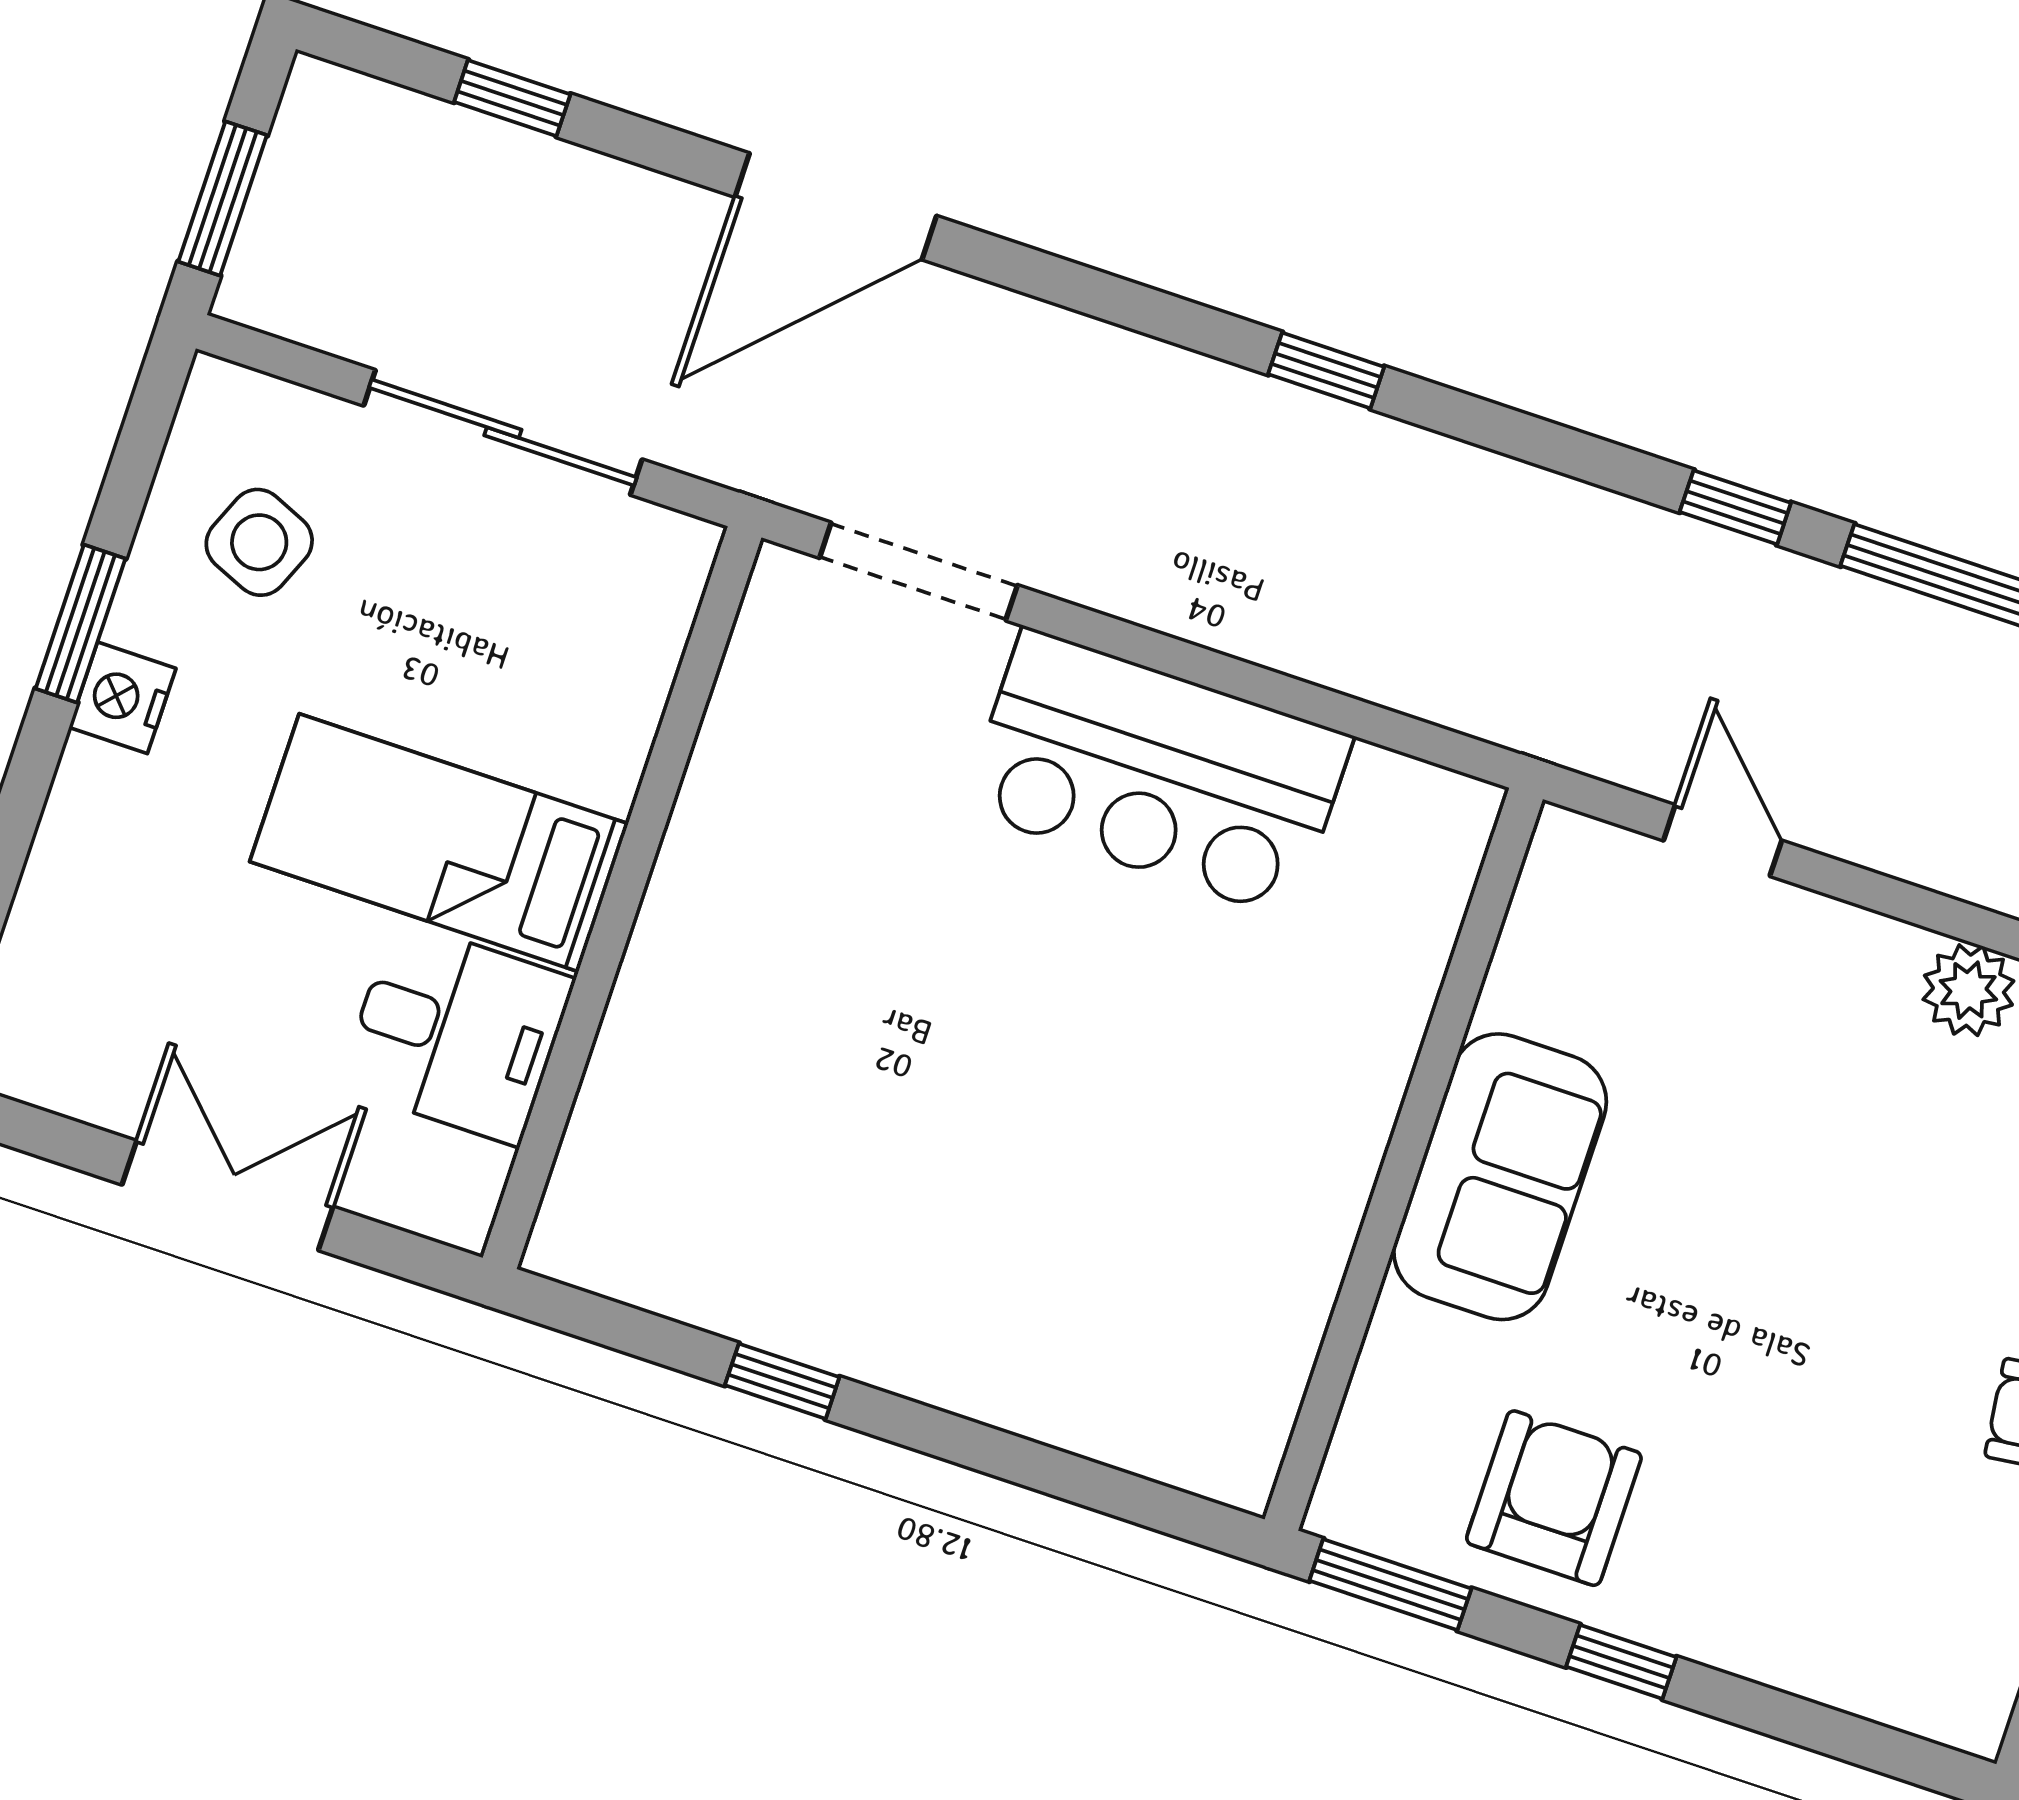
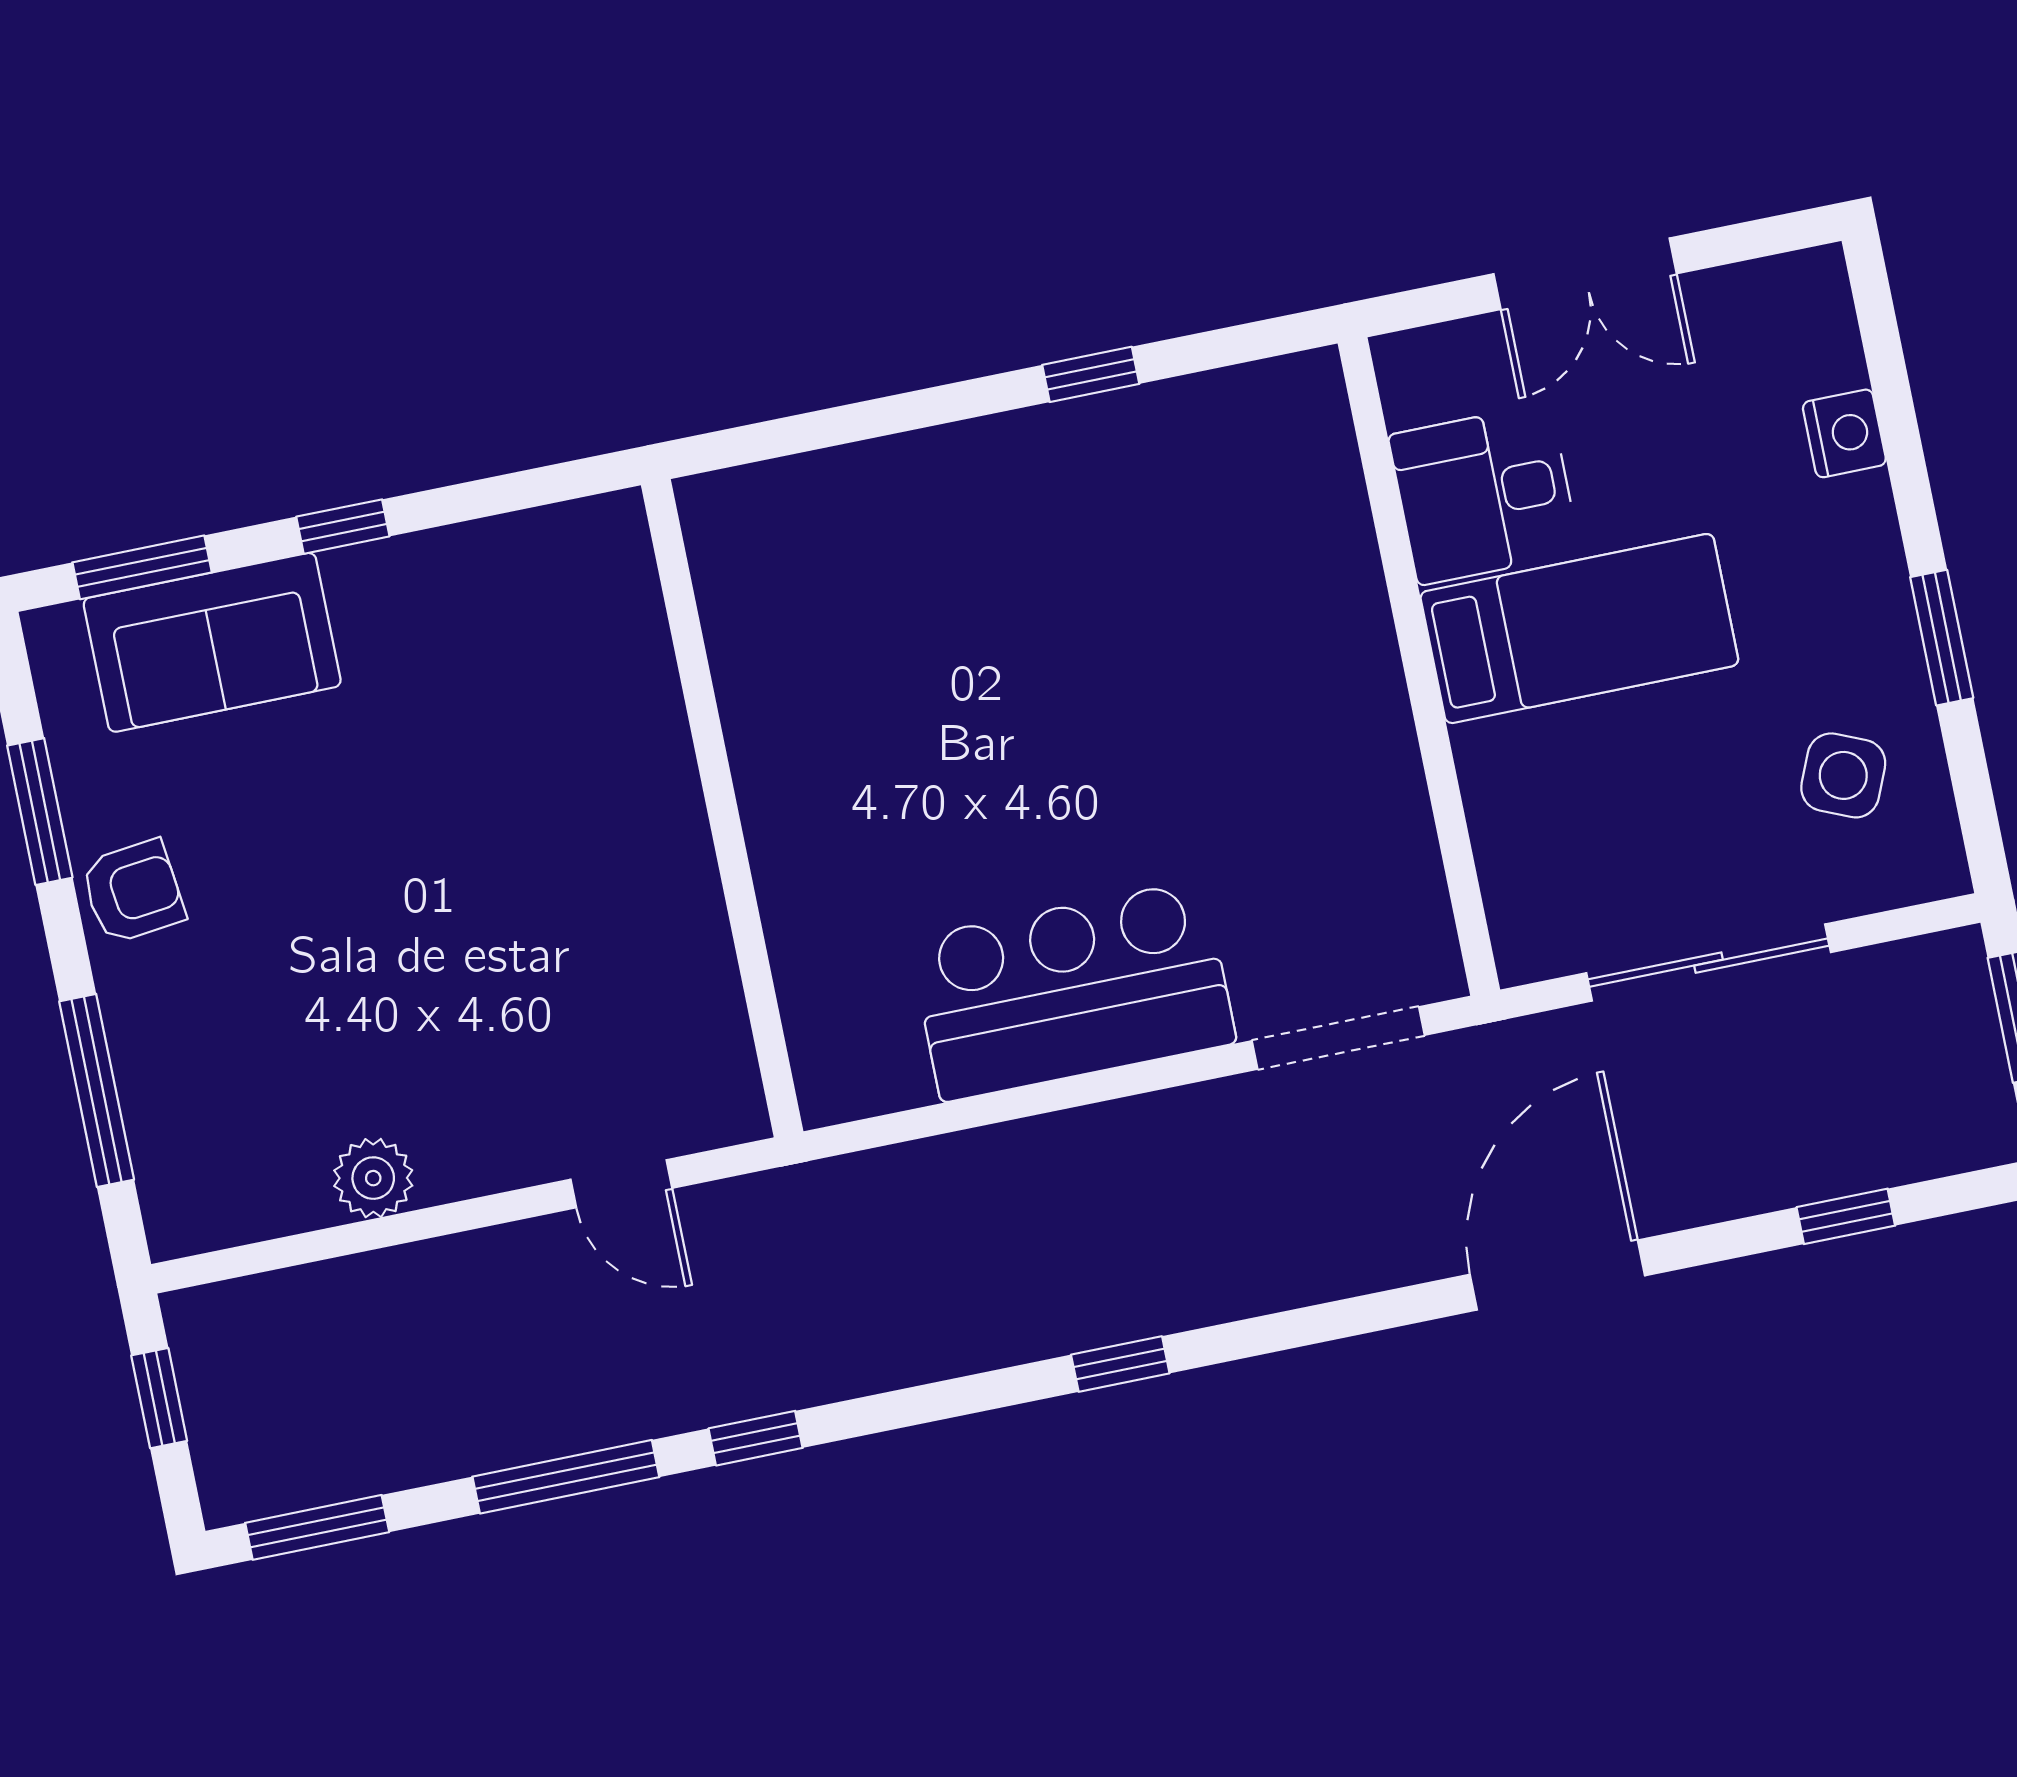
nightstand: (122, 698) -> (1844, 433), moved
sofa: (1500, 1177) -> (212, 642), moved, turned -90
armchair: (1554, 1498) -> (464, 620), removed
window: (1390, 1585) -> (142, 567), moved

